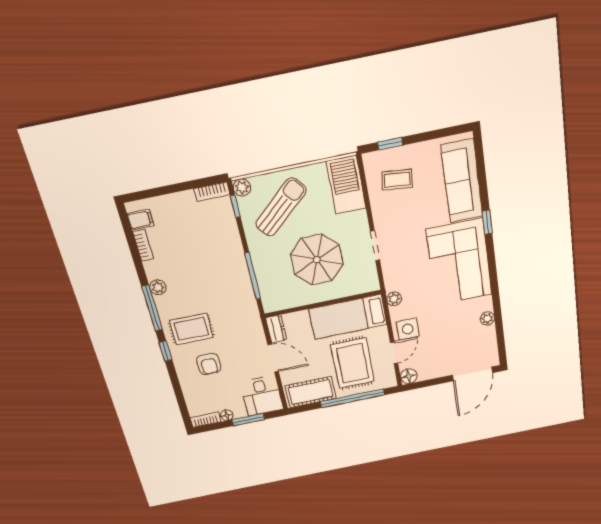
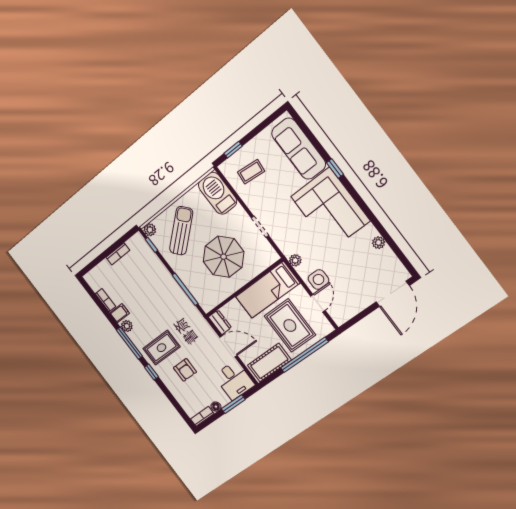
bookcase: (212, 192) -> (118, 254), moved
filing cabinet: (141, 220) -> (120, 313), moved
floor lamp: (409, 376) -> (340, 318), removed

